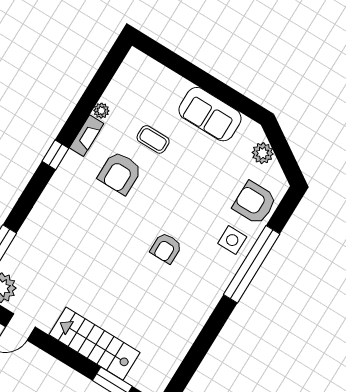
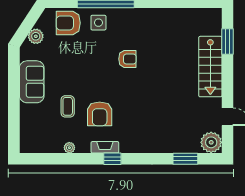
fireplace: (87, 136) -> (105, 147), moved
armchair: (120, 173) -> (100, 114), turned 90
armchair: (255, 203) -> (68, 23), turned 90

